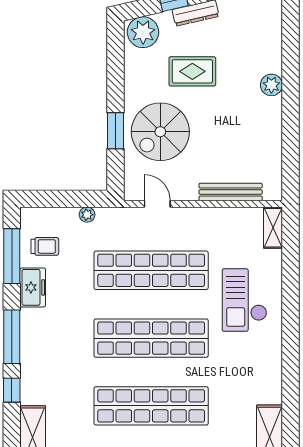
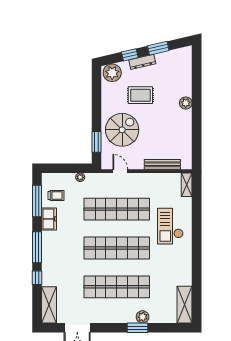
window: (116, 131) -> (96, 142), moved
spiral stairs: (160, 132) -> (122, 130), turned 180

